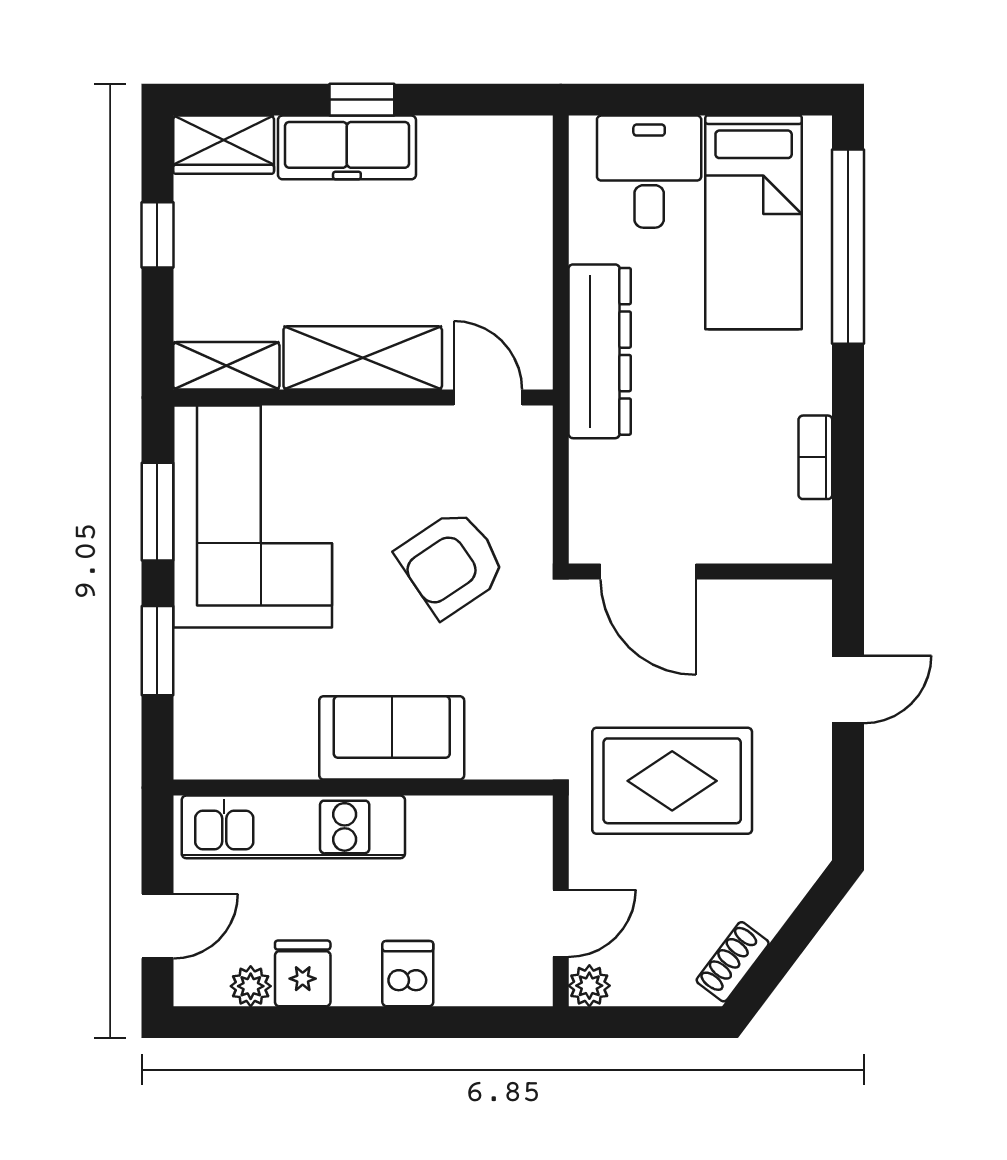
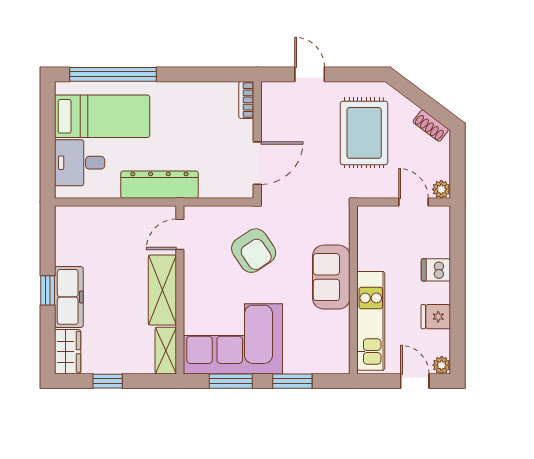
bookcase: (815, 457) -> (246, 100), moved, turned 90
rug: (672, 781) -> (364, 133), moved
plant: (251, 986) -> (442, 365), moved

